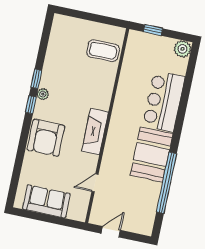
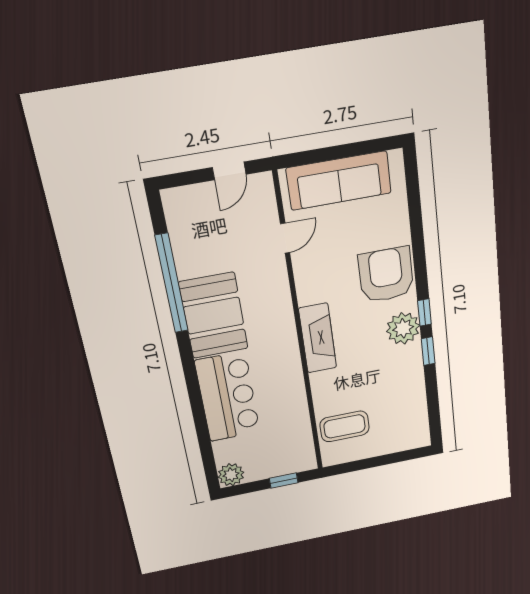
plant: (43, 94) -> (403, 328), width x1.88, depth x1.88
fireplace: (95, 132) -> (318, 338), moved
sofa: (46, 201) -> (339, 181), width x1.36

